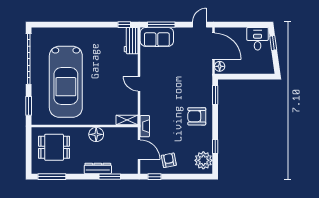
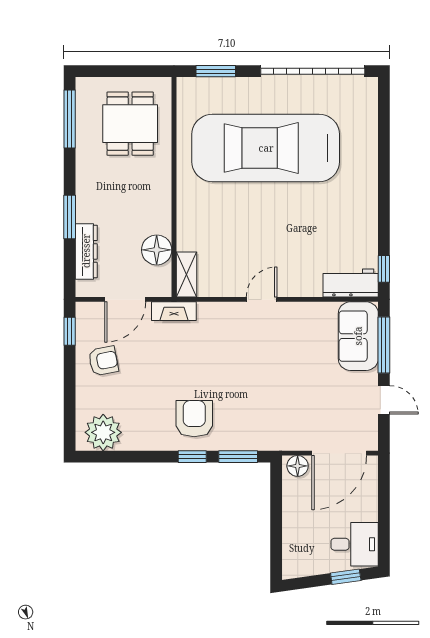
door: (200, 25) -> (384, 400), moved
floor lamp: (96, 134) -> (157, 250), moved
window: (215, 147) -> (192, 457), moved
dresser: (98, 168) -> (86, 251), moved
window: (110, 177) -> (70, 217), moved

